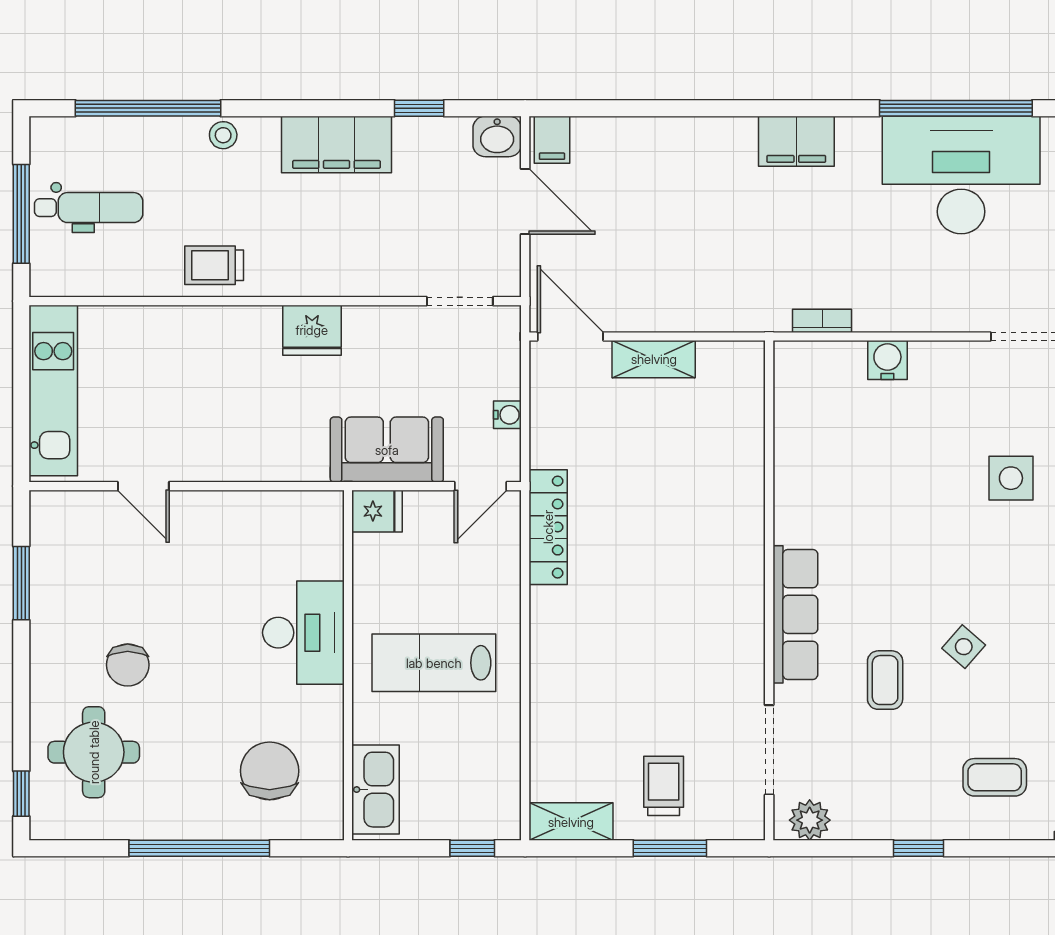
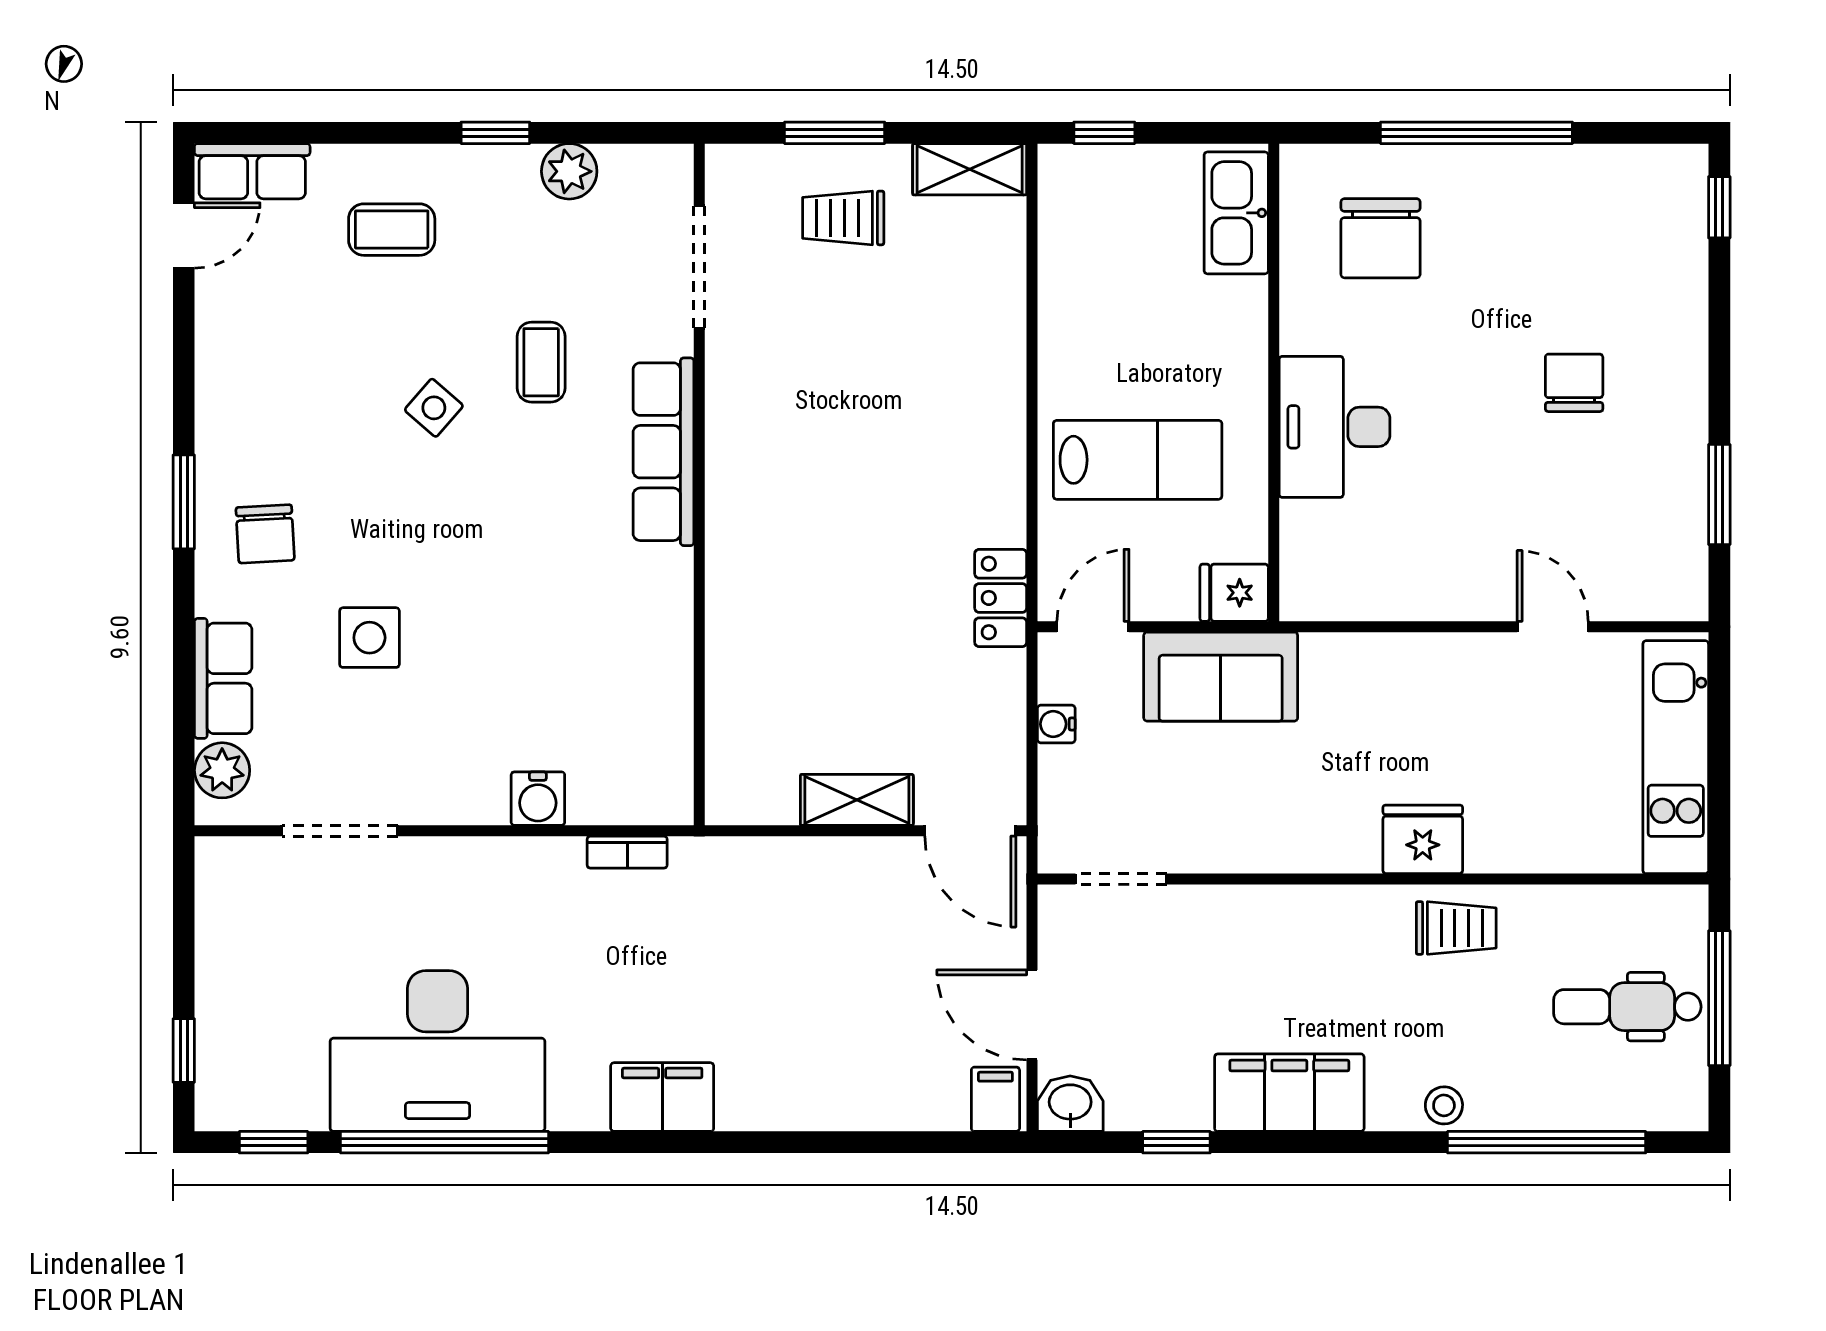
fridge: (312, 330) -> (1423, 839), moved
locker: (548, 527) -> (1001, 598), width x0.66
lab bench: (434, 663) -> (1138, 460), moved
round table: (94, 752) -> (1621, 264), removed
trolley: (664, 786) -> (843, 218), turned 90
plant: (810, 820) -> (569, 171), moved

